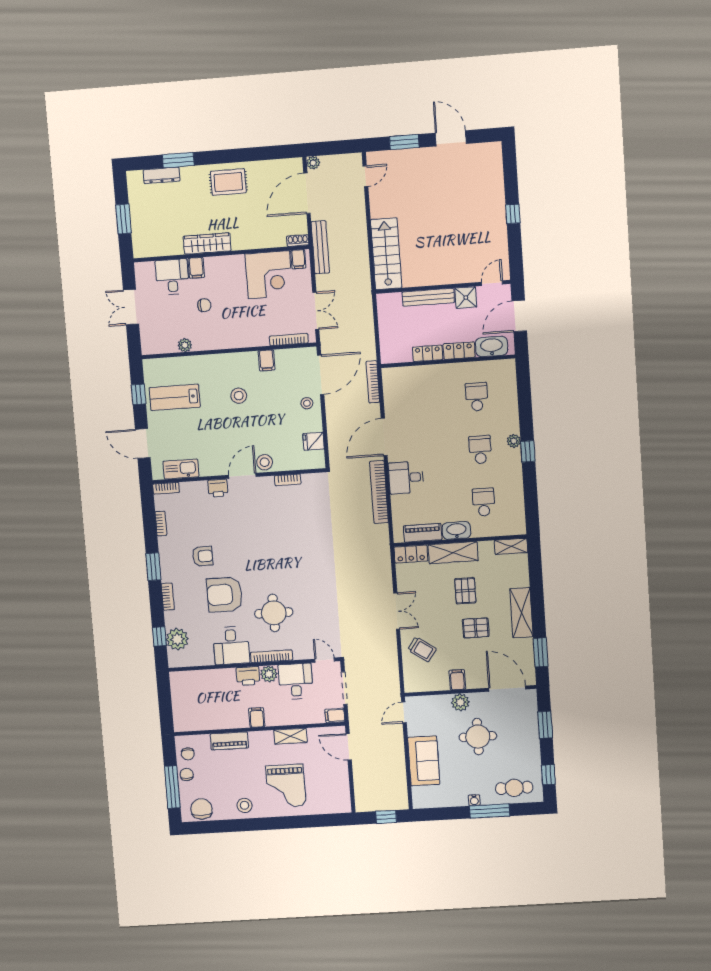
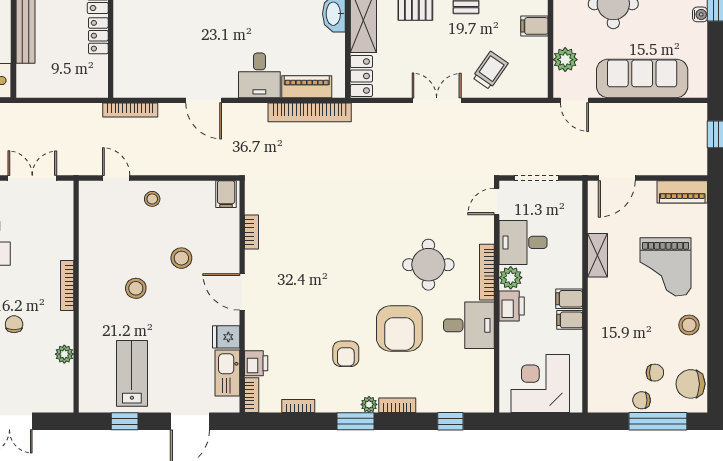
bookcase: (289, 340) -> (67, 286), moved
filing cabinet: (267, 360) -> (226, 194), moved, turned 90
door: (321, 375) -> (116, 178), width x0.53
lab bench: (175, 397) -> (132, 373), turned 180
door: (384, 437) -> (204, 100), width x0.73
fridge: (314, 441) -> (226, 337), moved, turned 90
stool: (265, 462) -> (181, 258), moved
printer: (218, 488) -> (256, 363), moved
bookcase: (379, 492) -> (310, 112), moved
piano: (423, 533) -> (307, 87), moved, turned 90
armchair: (203, 556) -> (346, 354), turned 180
plant: (177, 639) -> (369, 404), moved, width x0.53, depth x0.53
corner desk: (193, 700) -> (540, 384), added
plant: (460, 702) -> (565, 60), moved
filing cabinet: (335, 716) -> (570, 320), moved, turned 90
piano: (229, 741) -> (682, 192), moved, turned 90
chair: (188, 754) -> (655, 373), moved
sofa: (424, 761) -> (642, 78), width x1.36
grand piano: (286, 786) -> (666, 267), turned 90

